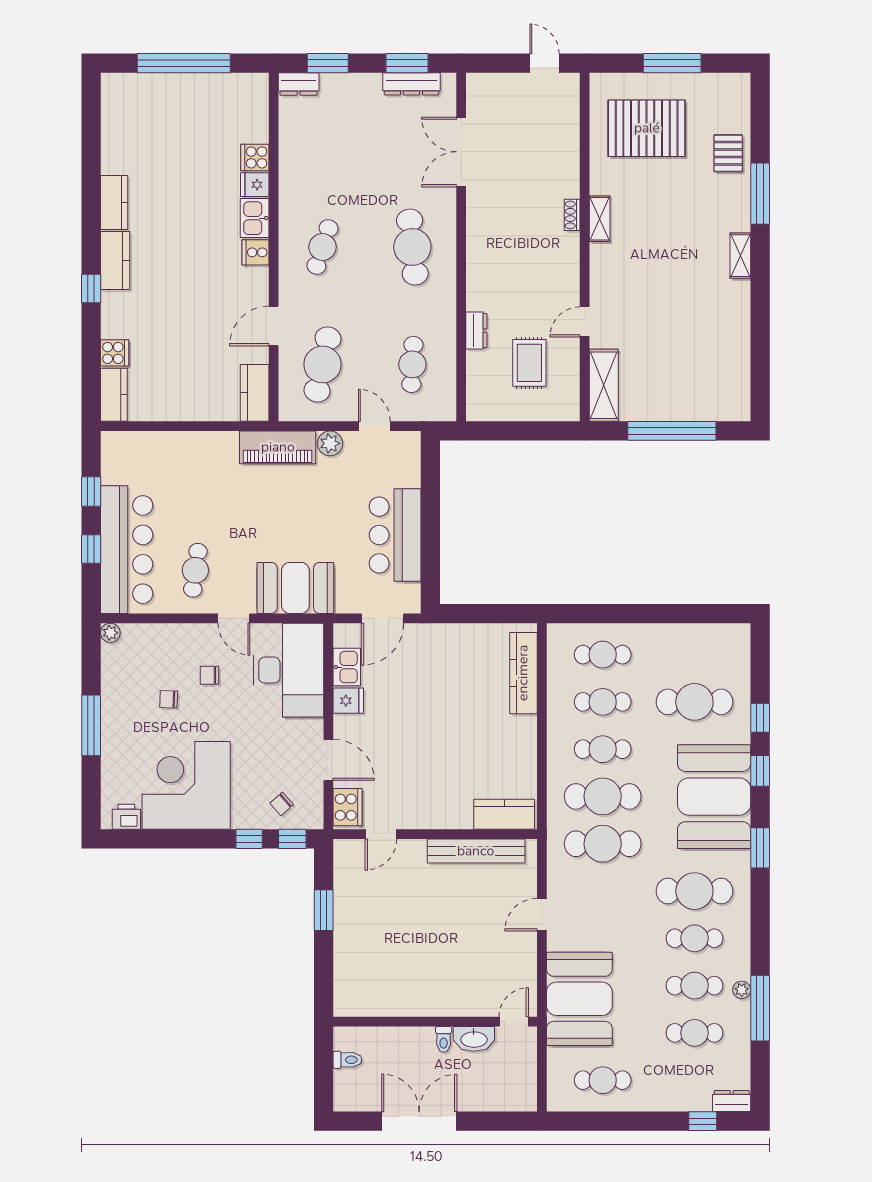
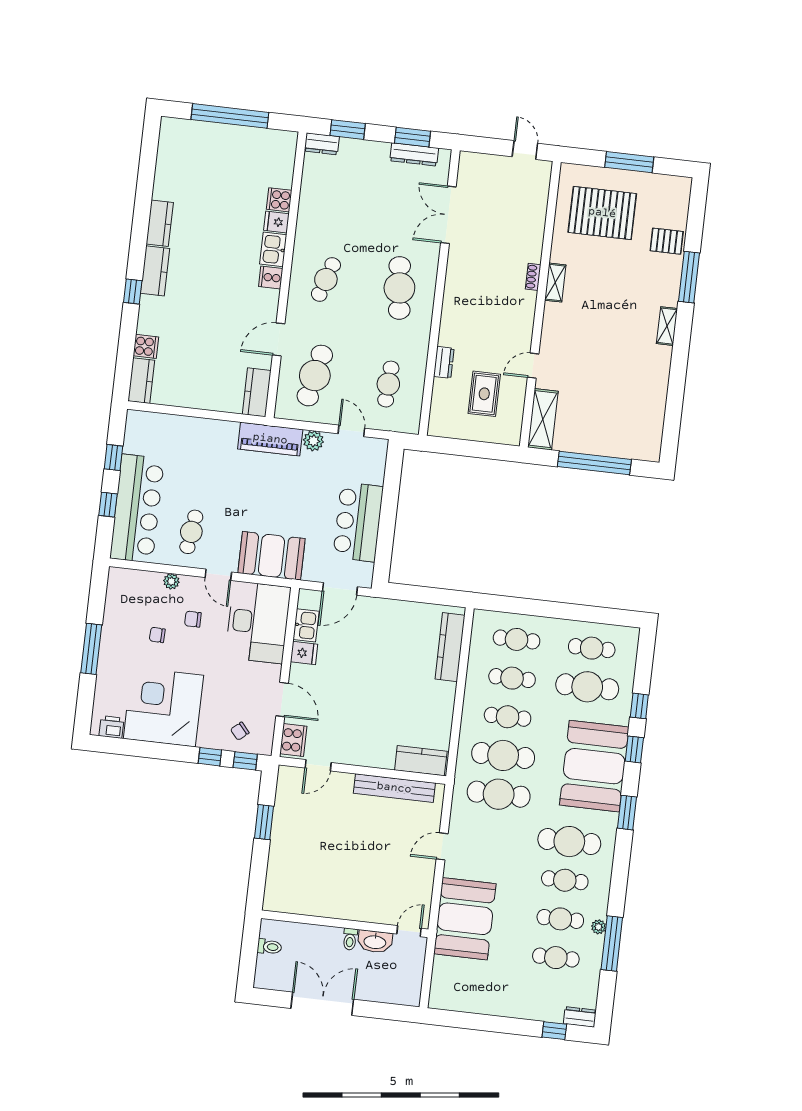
pallet: (728, 153) -> (667, 241), turned 90
plant: (110, 633) -> (171, 581), moved
cafe table: (603, 1080) -> (592, 648), moved

